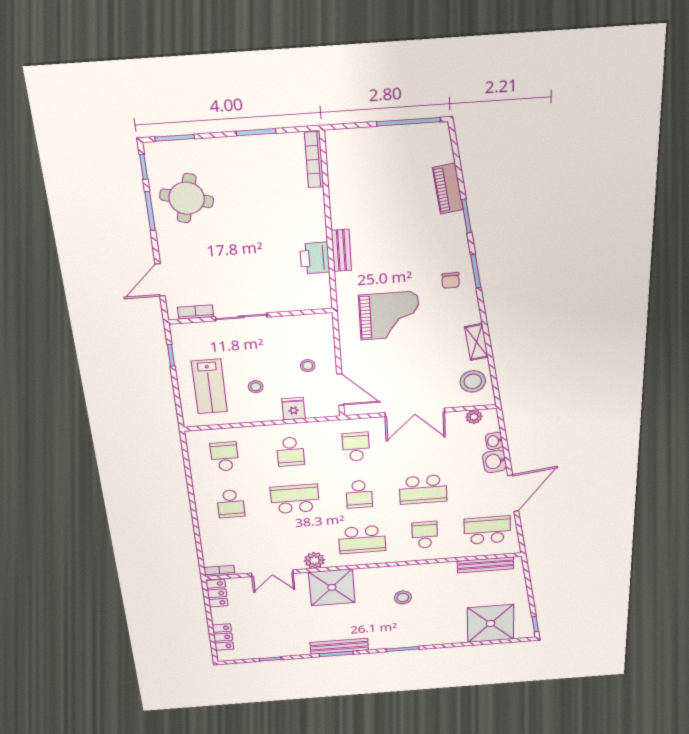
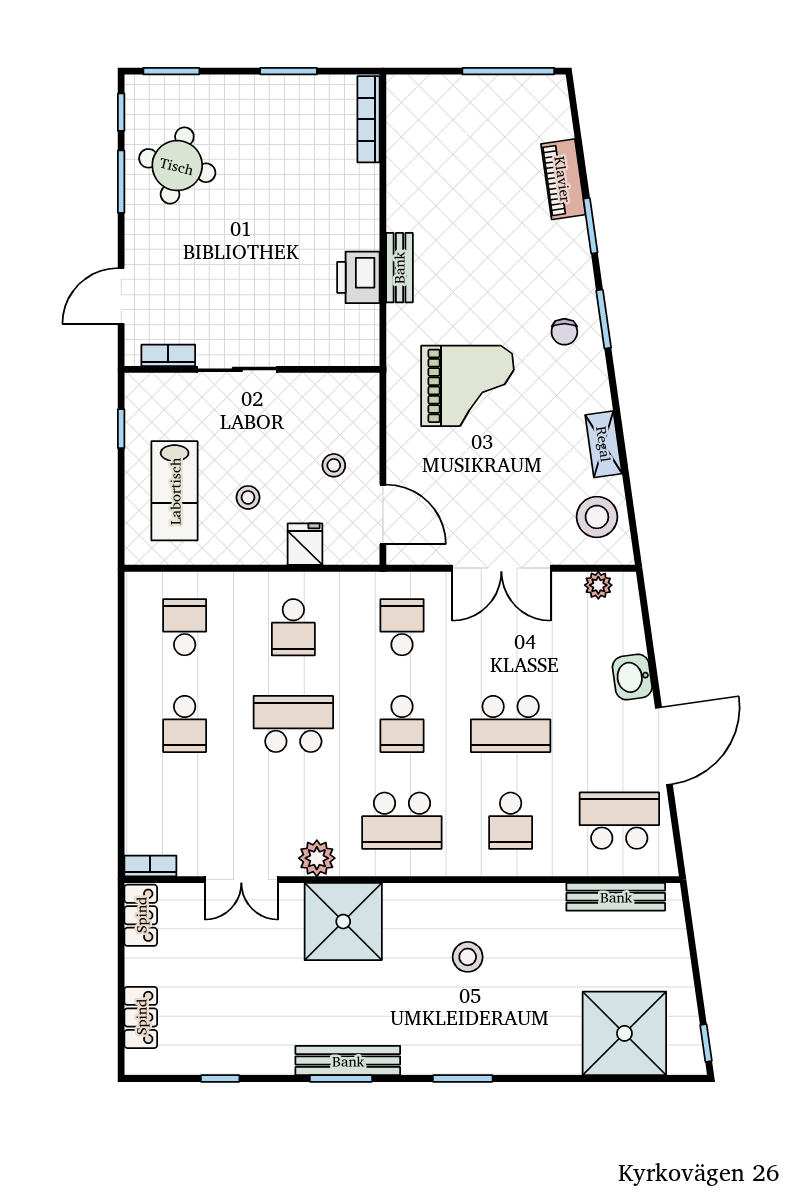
washbasin: (494, 441) -> (632, 636), removed
school desk: (425, 535) -> (511, 821), turned 180

